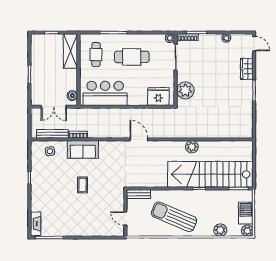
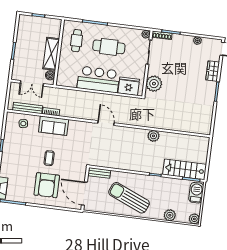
shelving: (70, 51) -> (51, 54), moved
bar counter: (105, 93) -> (98, 79), moved
stairs: (210, 174) -> (185, 169), width x0.54, depth x0.66
barbecue: (246, 213) -> (196, 193), moved
armchair: (84, 214) -> (47, 185), added
door: (125, 218) -> (84, 194), width x1.87

